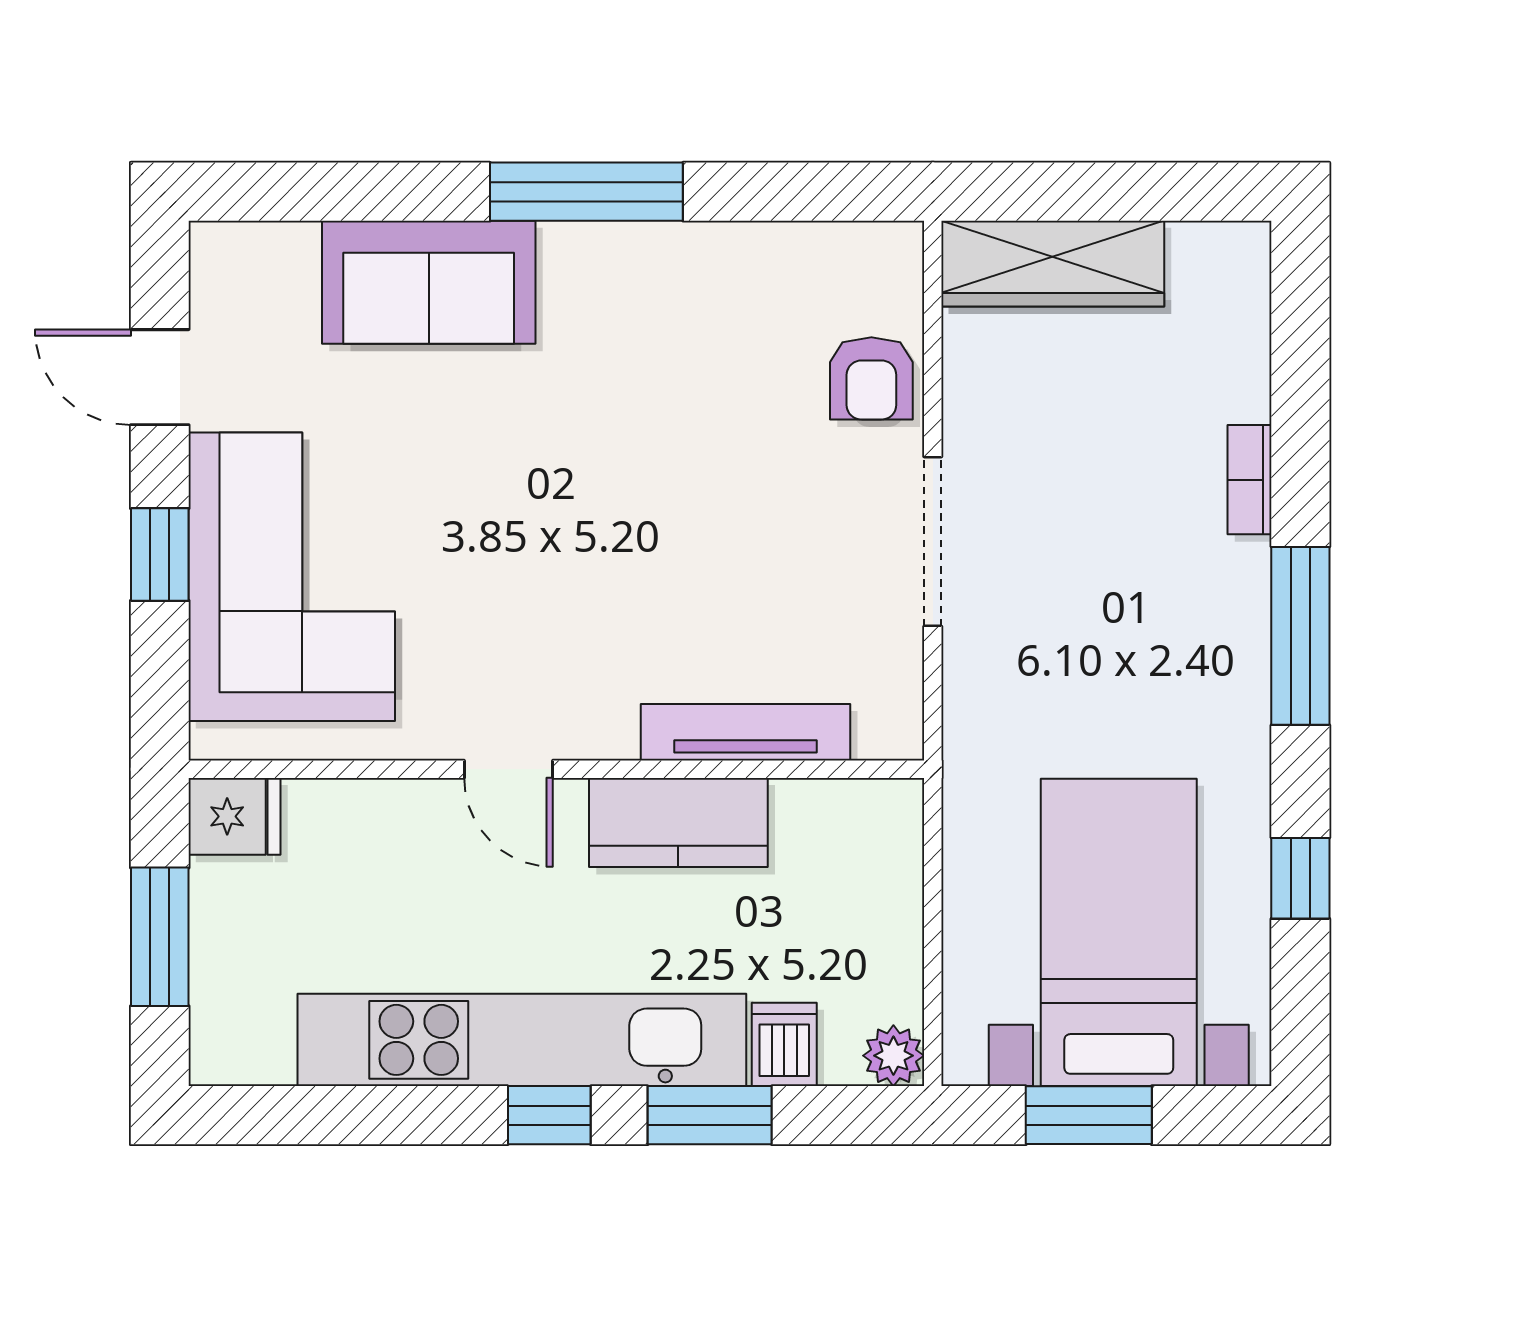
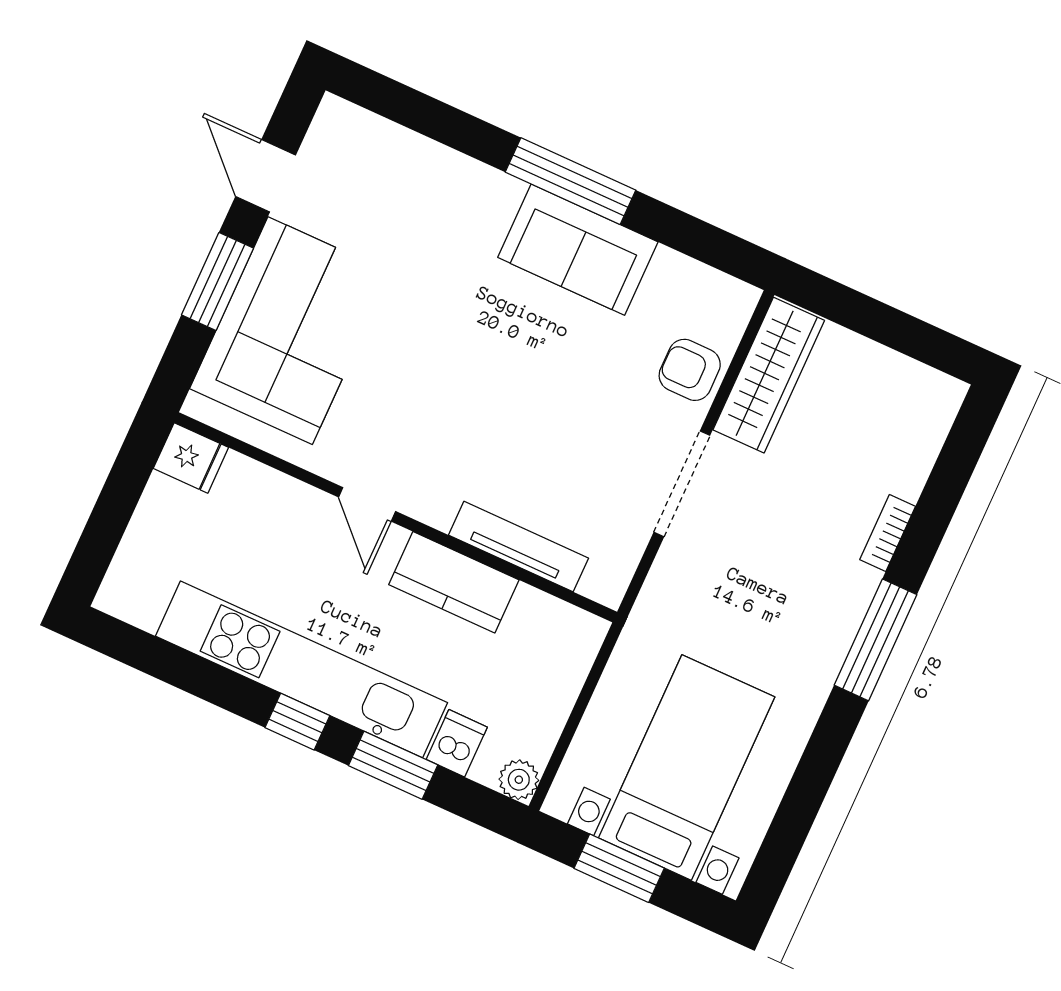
wardrobe: (1053, 264) -> (769, 375), moved, turned -90
sofa: (429, 282) -> (578, 250), moved
armchair: (871, 378) -> (690, 370), turned 90
window: (160, 555) -> (218, 281), width x1.50
window: (1300, 878) -> (810, 784), removed
window: (160, 937) -> (114, 509), removed

